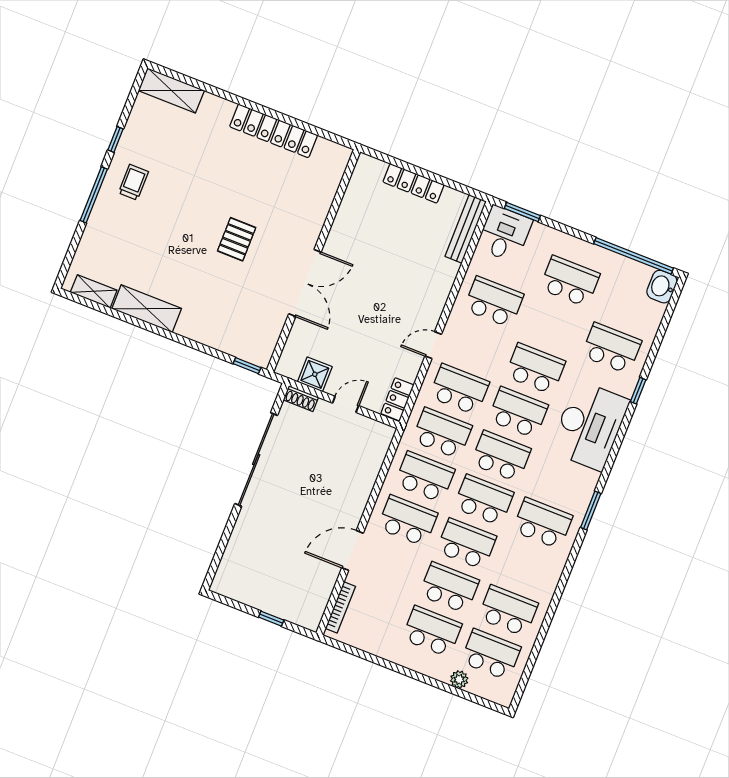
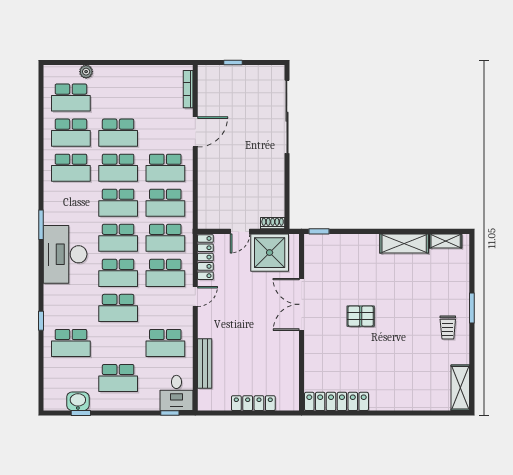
shelving: (171, 90) -> (460, 388), moved, turned 90
locker: (274, 131) -> (336, 401), moved
window: (116, 139) -> (472, 352), removed
window: (94, 195) -> (472, 308), width x0.69
window: (522, 212) -> (170, 413), width x0.67
bench: (466, 229) -> (205, 364), moved
pallet: (237, 239) -> (361, 316), turned 90
window: (634, 256) -> (81, 413), width x0.32
washbasin: (662, 287) -> (78, 401), moved, turned -90
shower: (315, 374) -> (270, 253), width x1.86, depth x1.86
locker: (397, 399) -> (205, 257), width x1.53
desk: (589, 426) -> (65, 254), moved
sliding door: (256, 459) -> (287, 117), moved
school desk: (543, 523) -> (71, 168), moved
school desk: (432, 631) -> (118, 98), removed

